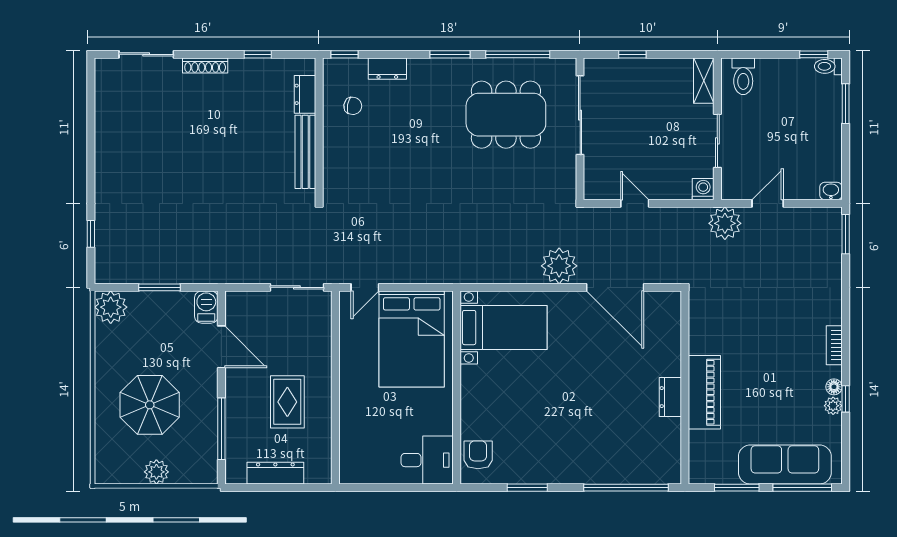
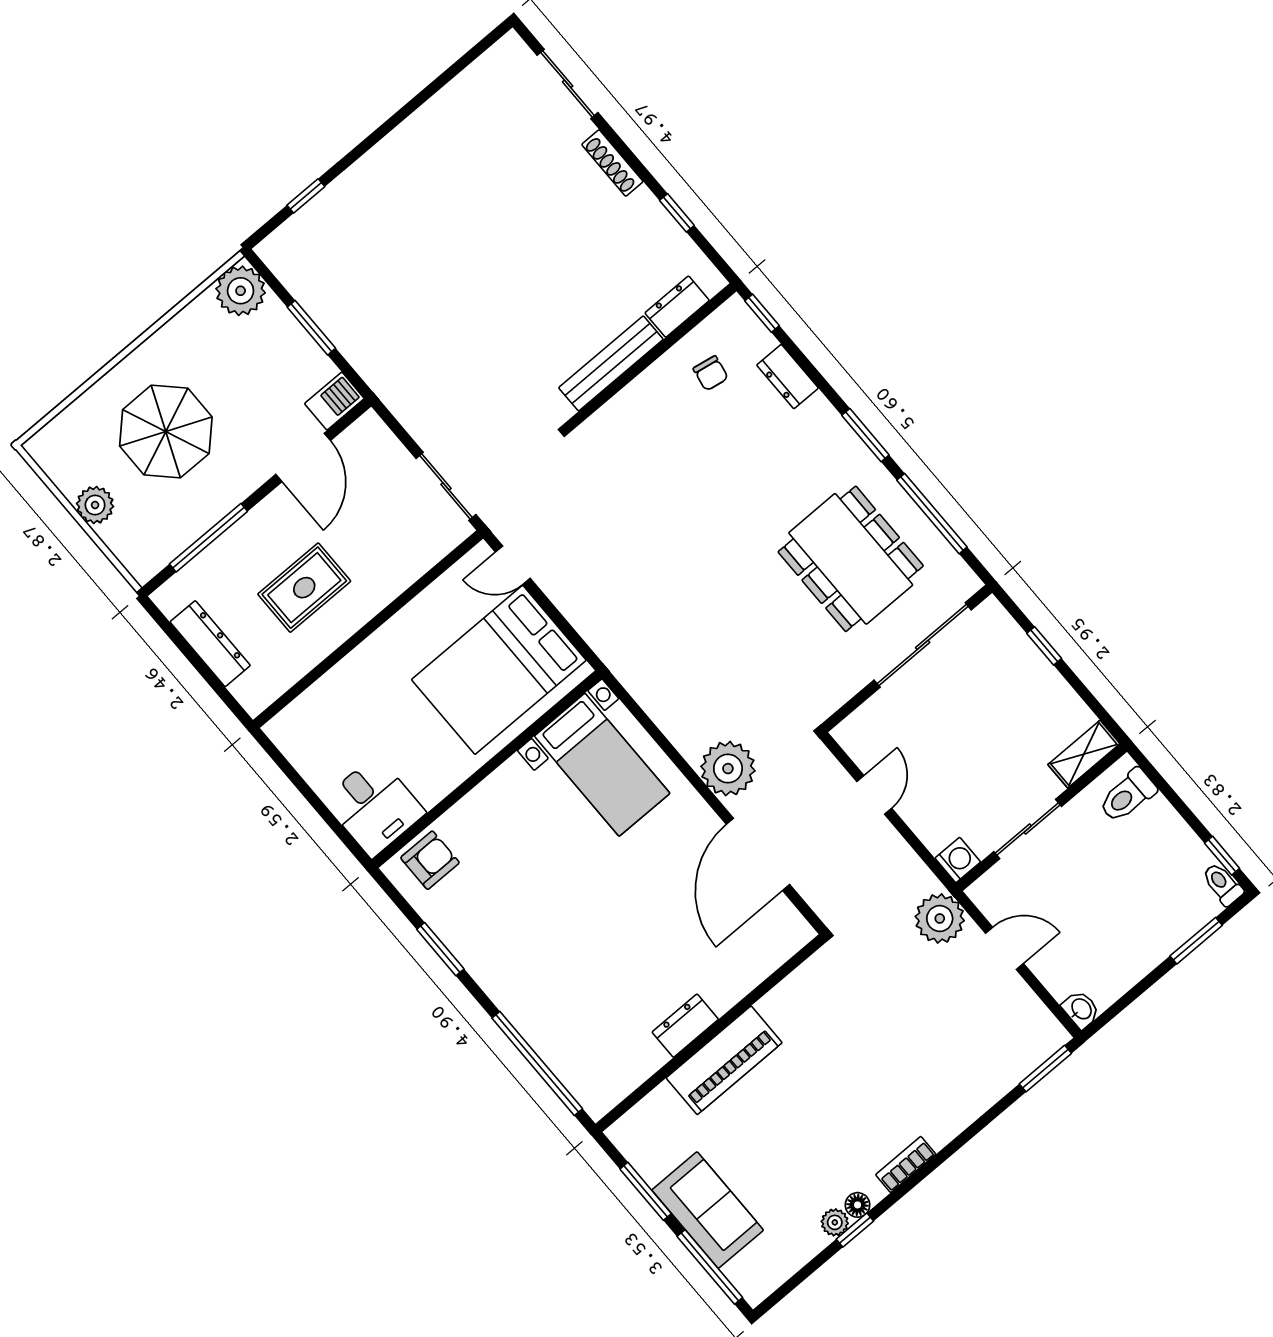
sofa: (785, 464) -> (708, 1210), width x0.73

